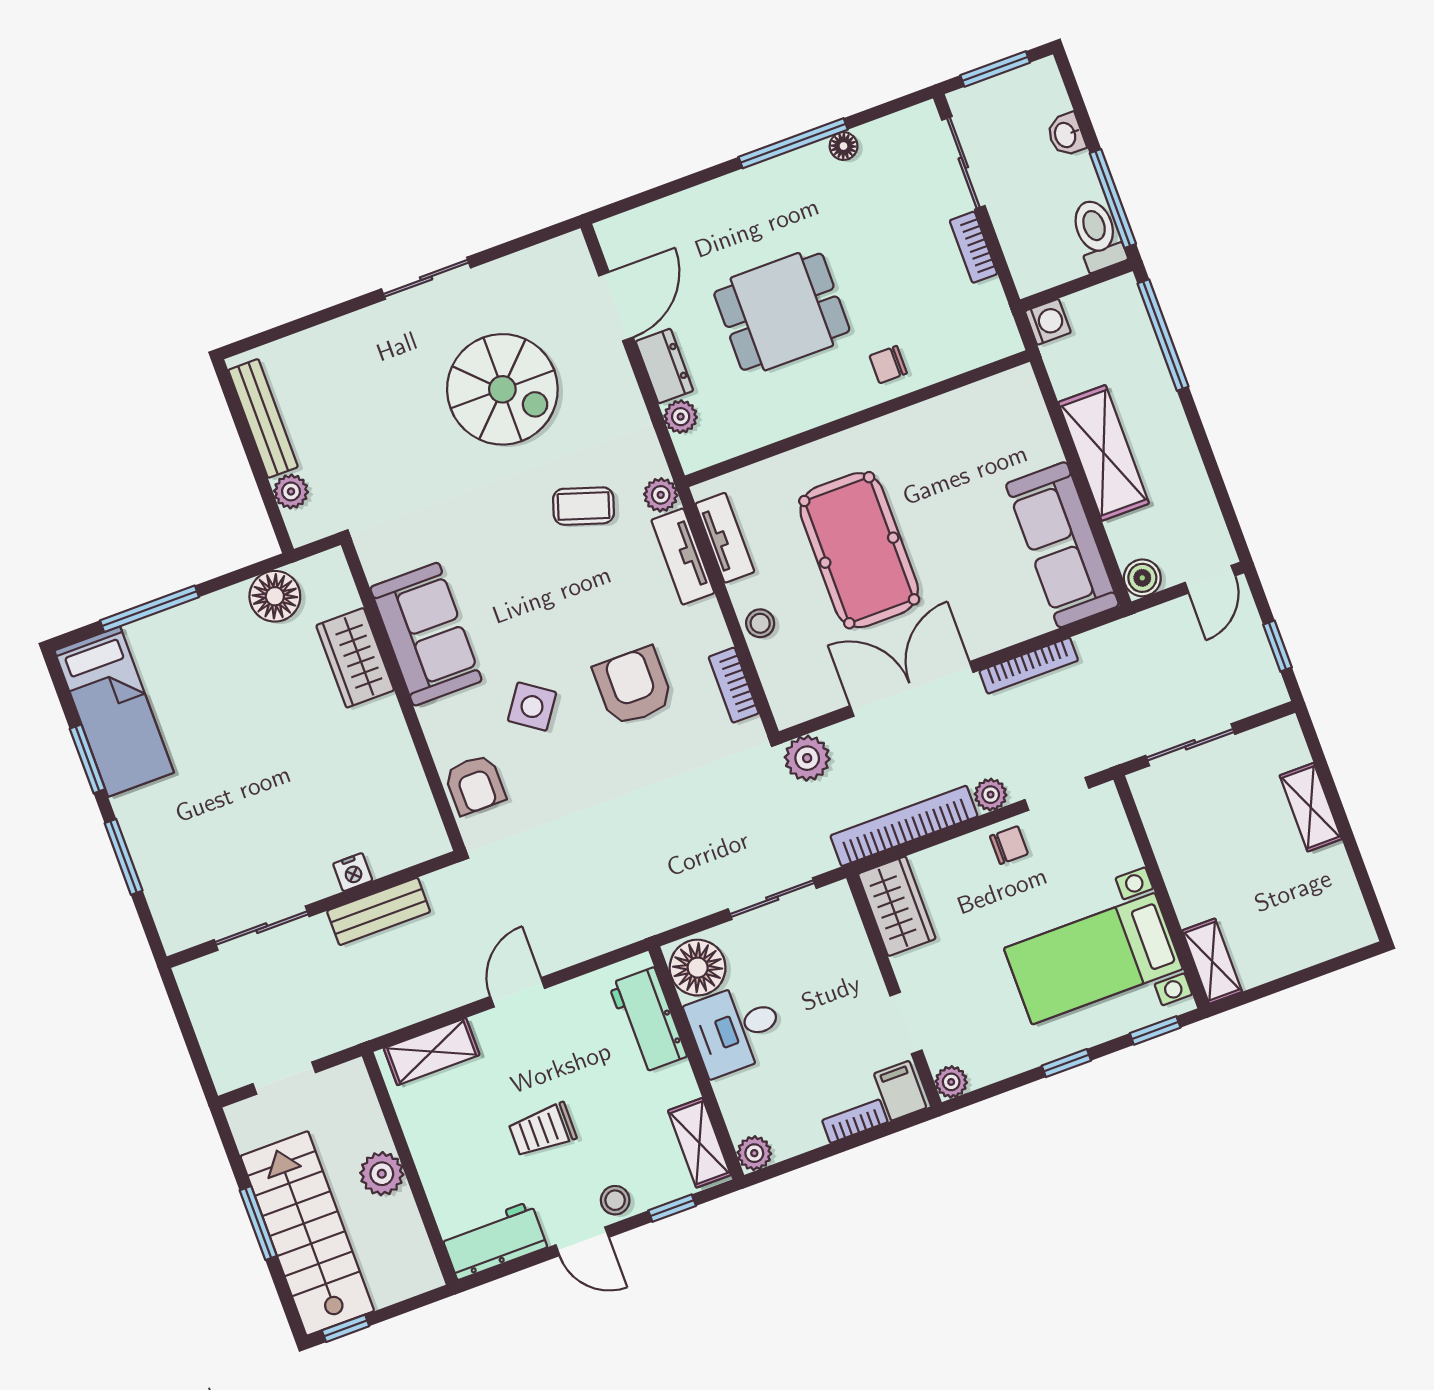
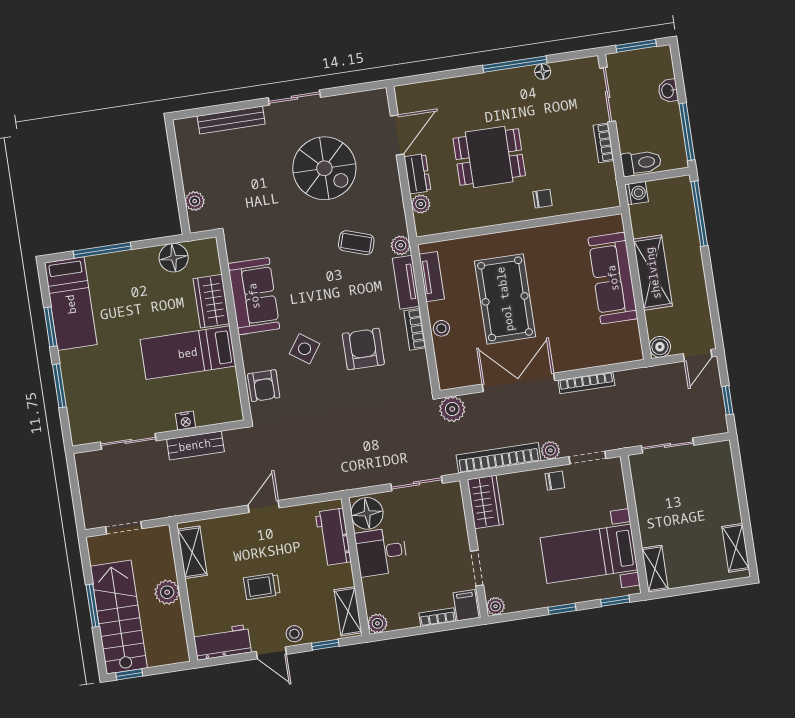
toilet: (1097, 235) -> (641, 163), moved, turned 90
chair: (888, 365) -> (543, 199), turned 180
bench: (263, 418) -> (231, 120), moved, turned 90
sofa: (1062, 545) -> (613, 278), moved
bookcase: (734, 685) -> (415, 329), moved
bed: (333, 755) -> (188, 353), added
shelving: (1311, 807) -> (736, 548), moved
shelving: (432, 1052) -> (192, 552), moved, turned 90

